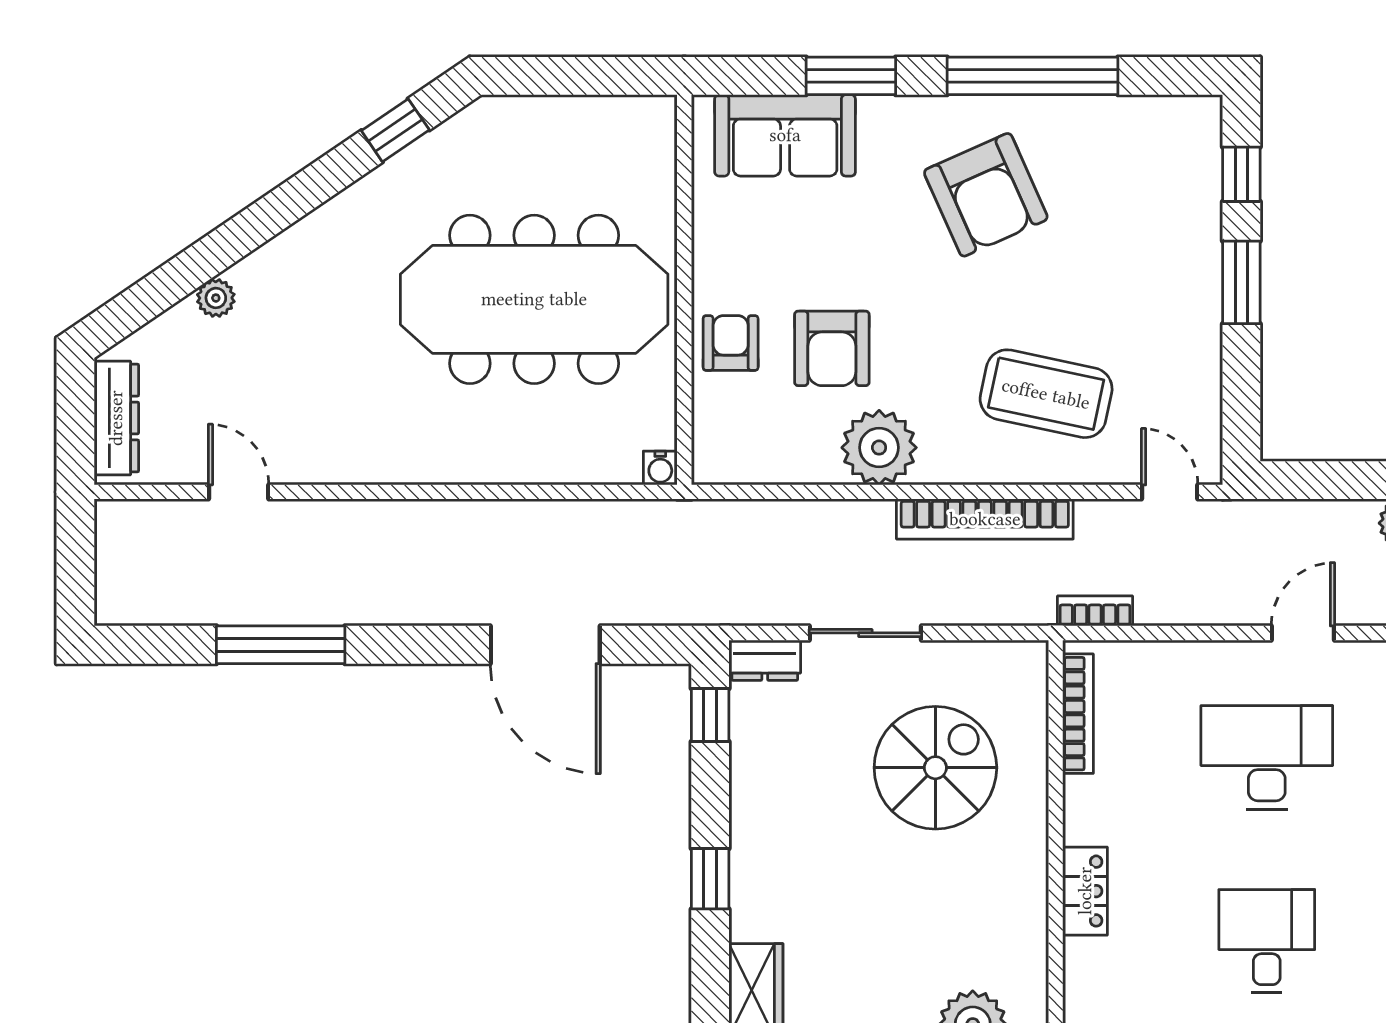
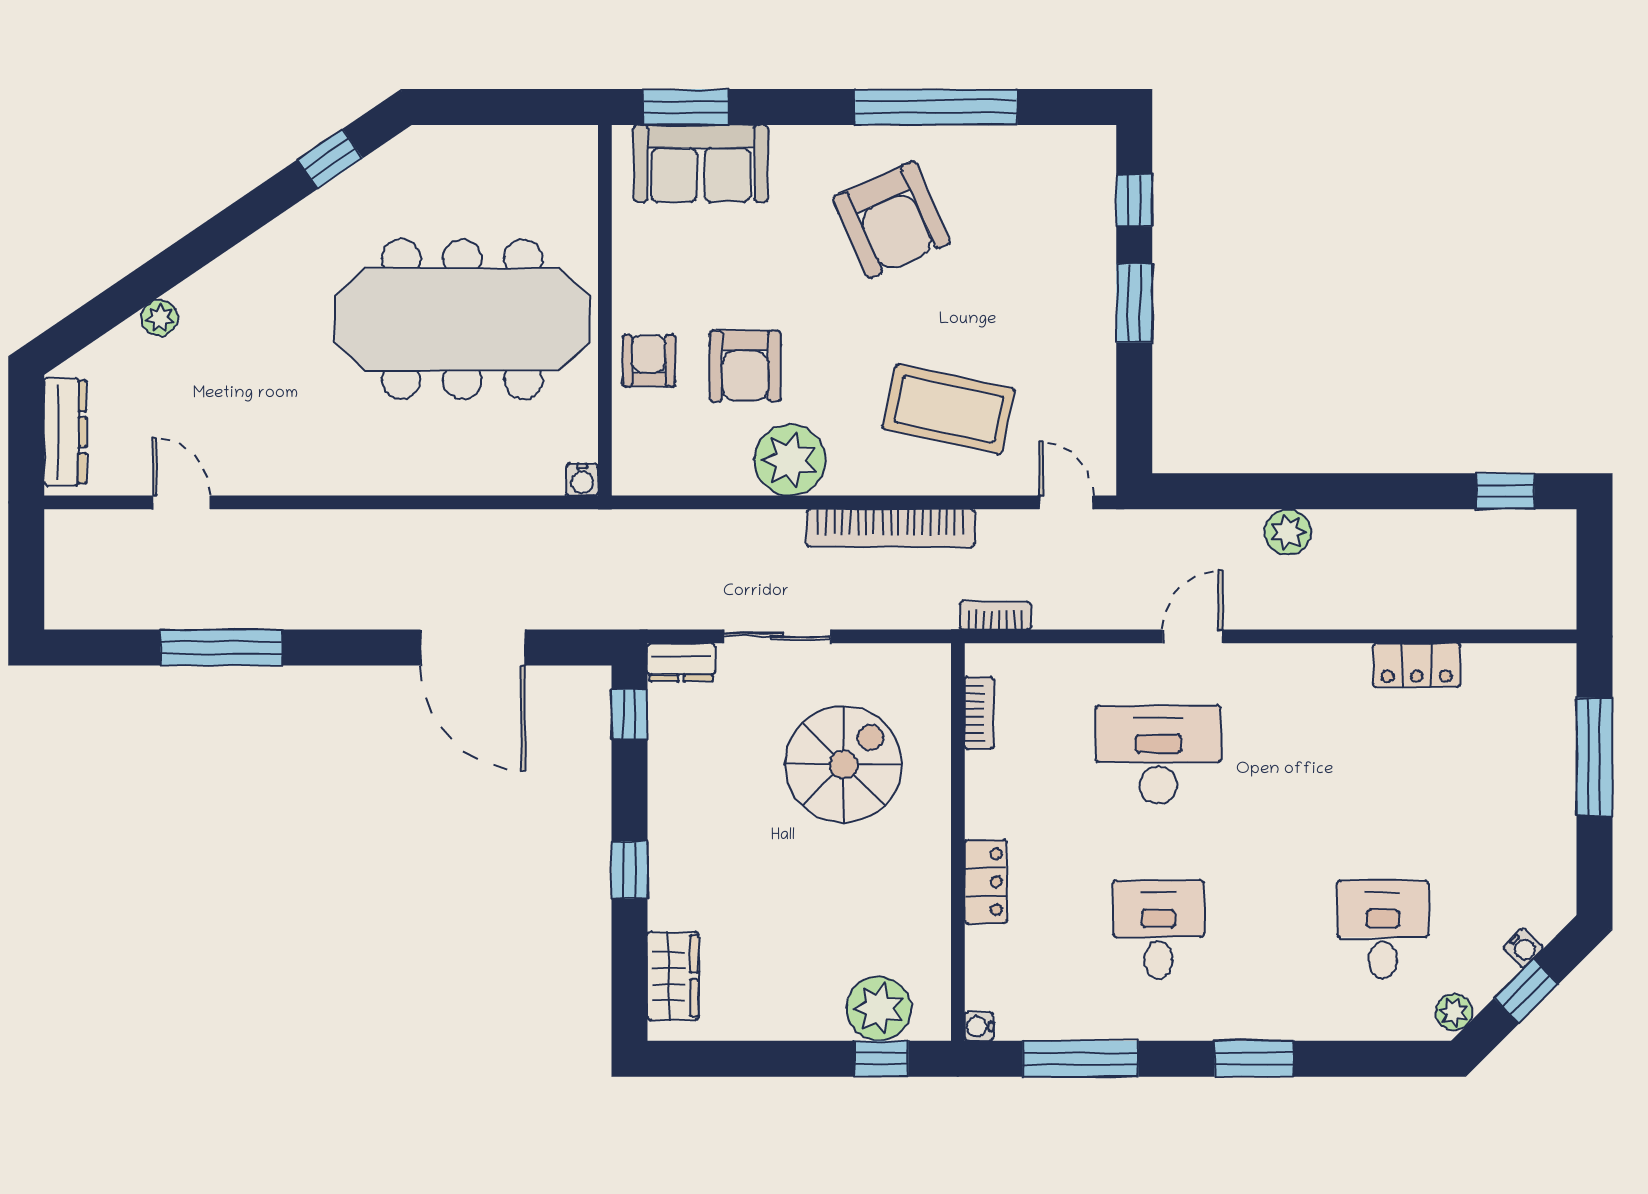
window: (851, 76) -> (686, 107), moved
bookcase: (1078, 714) -> (979, 713), width x0.64

